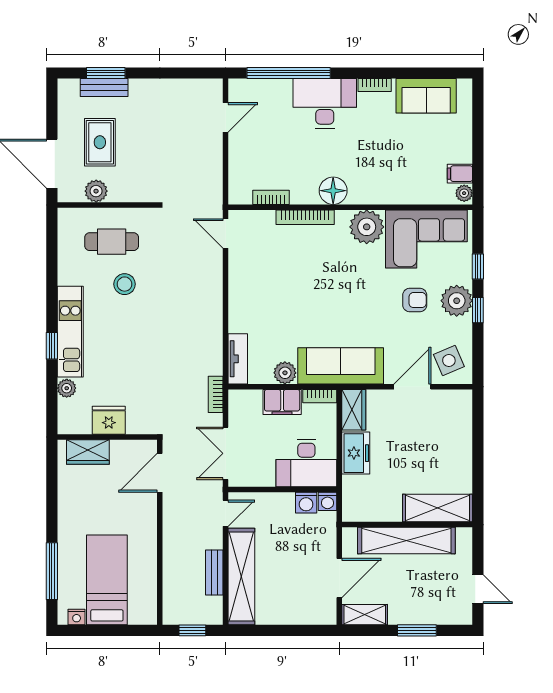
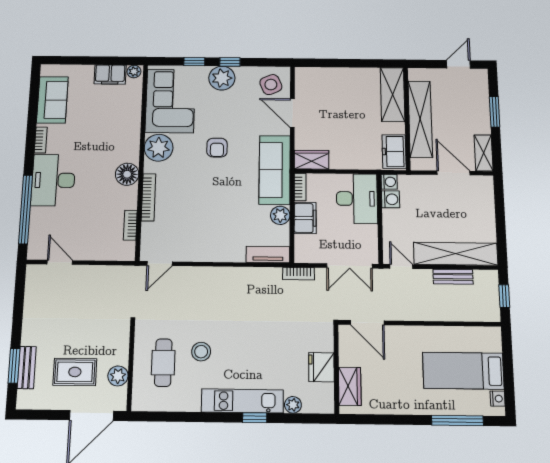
filing cabinet: (460, 174) -> (110, 74), width x2.00
armchair: (415, 300) -> (217, 148), moved, turned 180
freezer: (356, 453) -> (394, 152), moved, turned -90

